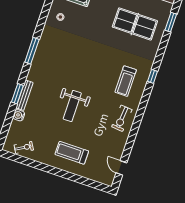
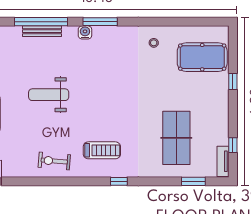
treadmill: (126, 81) -> (102, 150), turned 180
window: (17, 94) -> (41, 22), width x2.11
water cooler: (19, 115) -> (85, 32), moved

